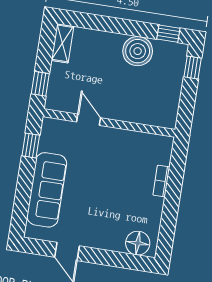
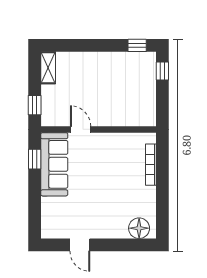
boiler: (138, 51) -> (113, 64), removed
bookcase: (161, 181) -> (151, 165), width x1.56
sofa: (47, 190) -> (54, 164), moved

